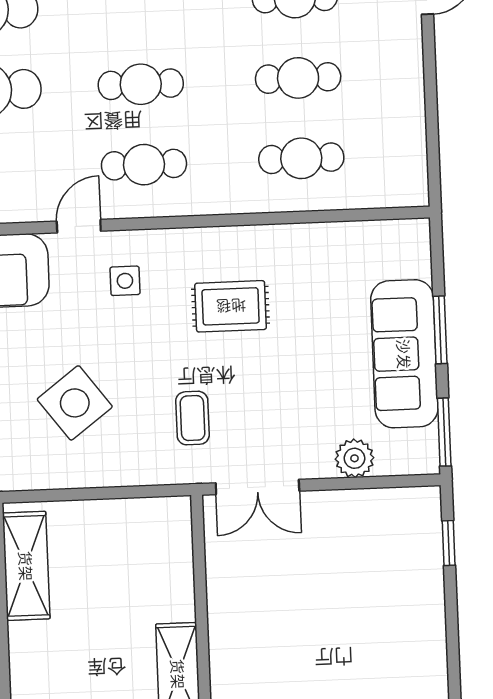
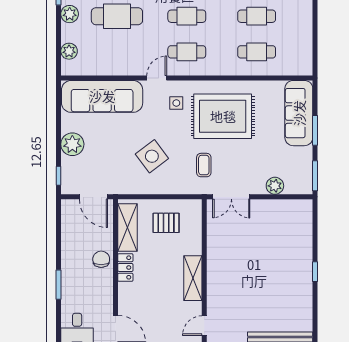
rug: (231, 306) -> (223, 116), width x1.86, depth x2.06
sofa: (404, 354) -> (299, 113), moved
window: (449, 543) -> (315, 272), moved
pallet: (113, 552) -> (166, 223), added
locker: (25, 656) -> (125, 267), added

